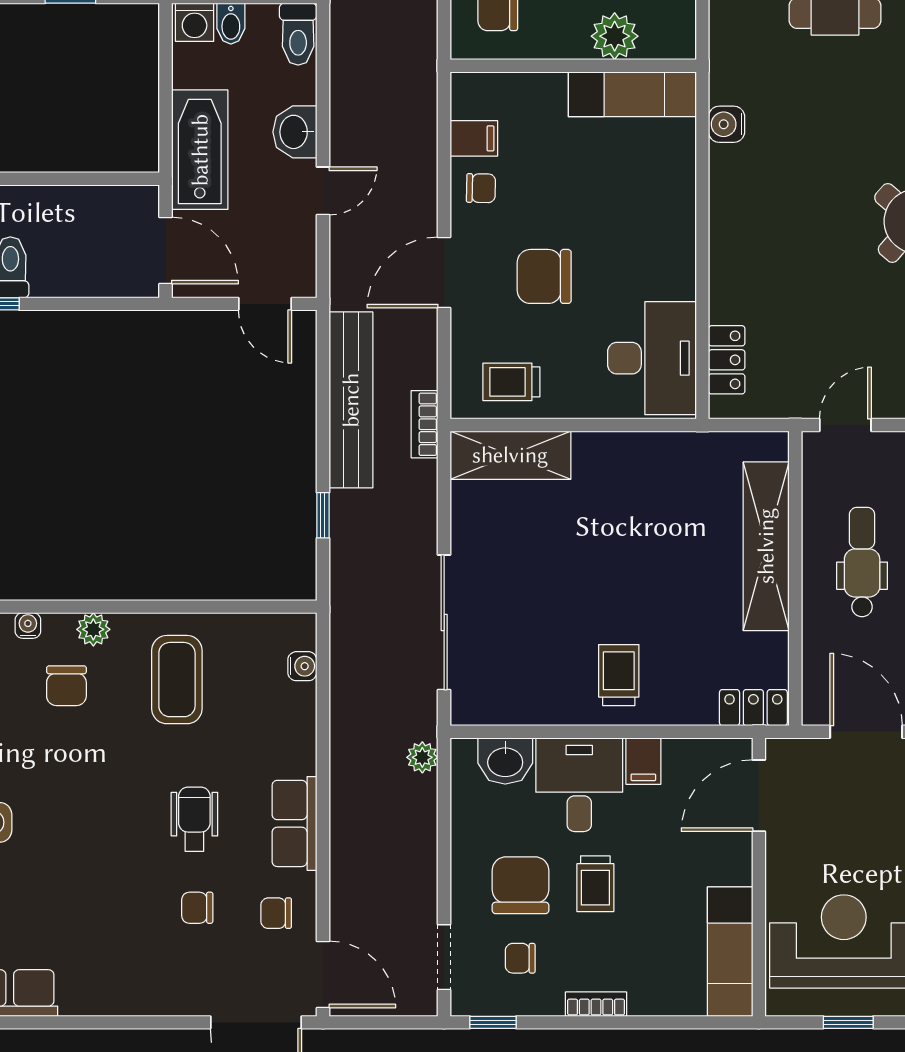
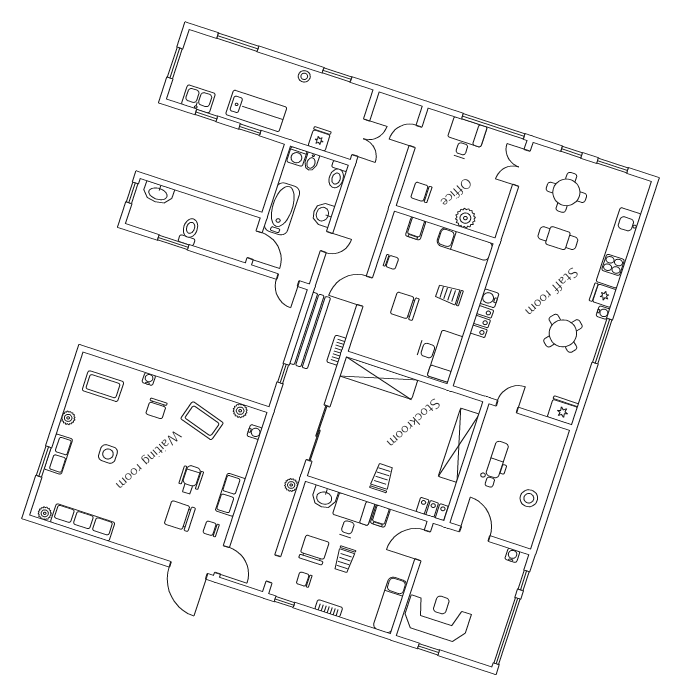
water cooler: (727, 124) -> (489, 298), moved
filing cabinet: (474, 138) -> (416, 228), moved, turned 90
locker: (727, 360) -> (482, 322), moved
trolley: (511, 382) -> (449, 295), moved
shelving: (510, 455) -> (379, 378), width x1.47
plant: (93, 629) -> (240, 411), moved
coffee table: (177, 680) -> (202, 421), turned -73
chair: (197, 908) -> (180, 516), width x1.87, depth x1.87

